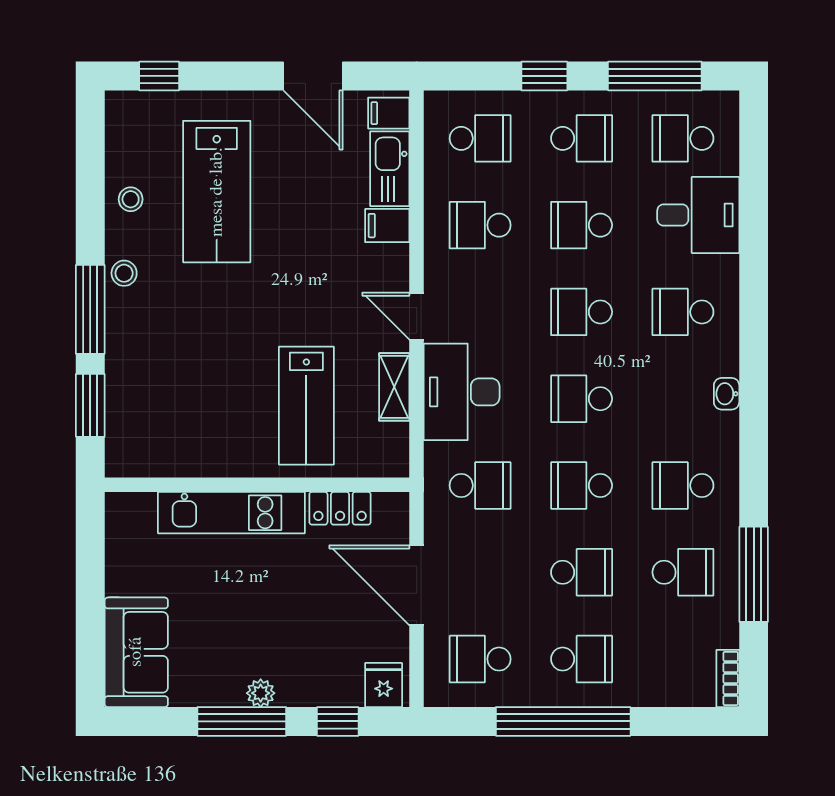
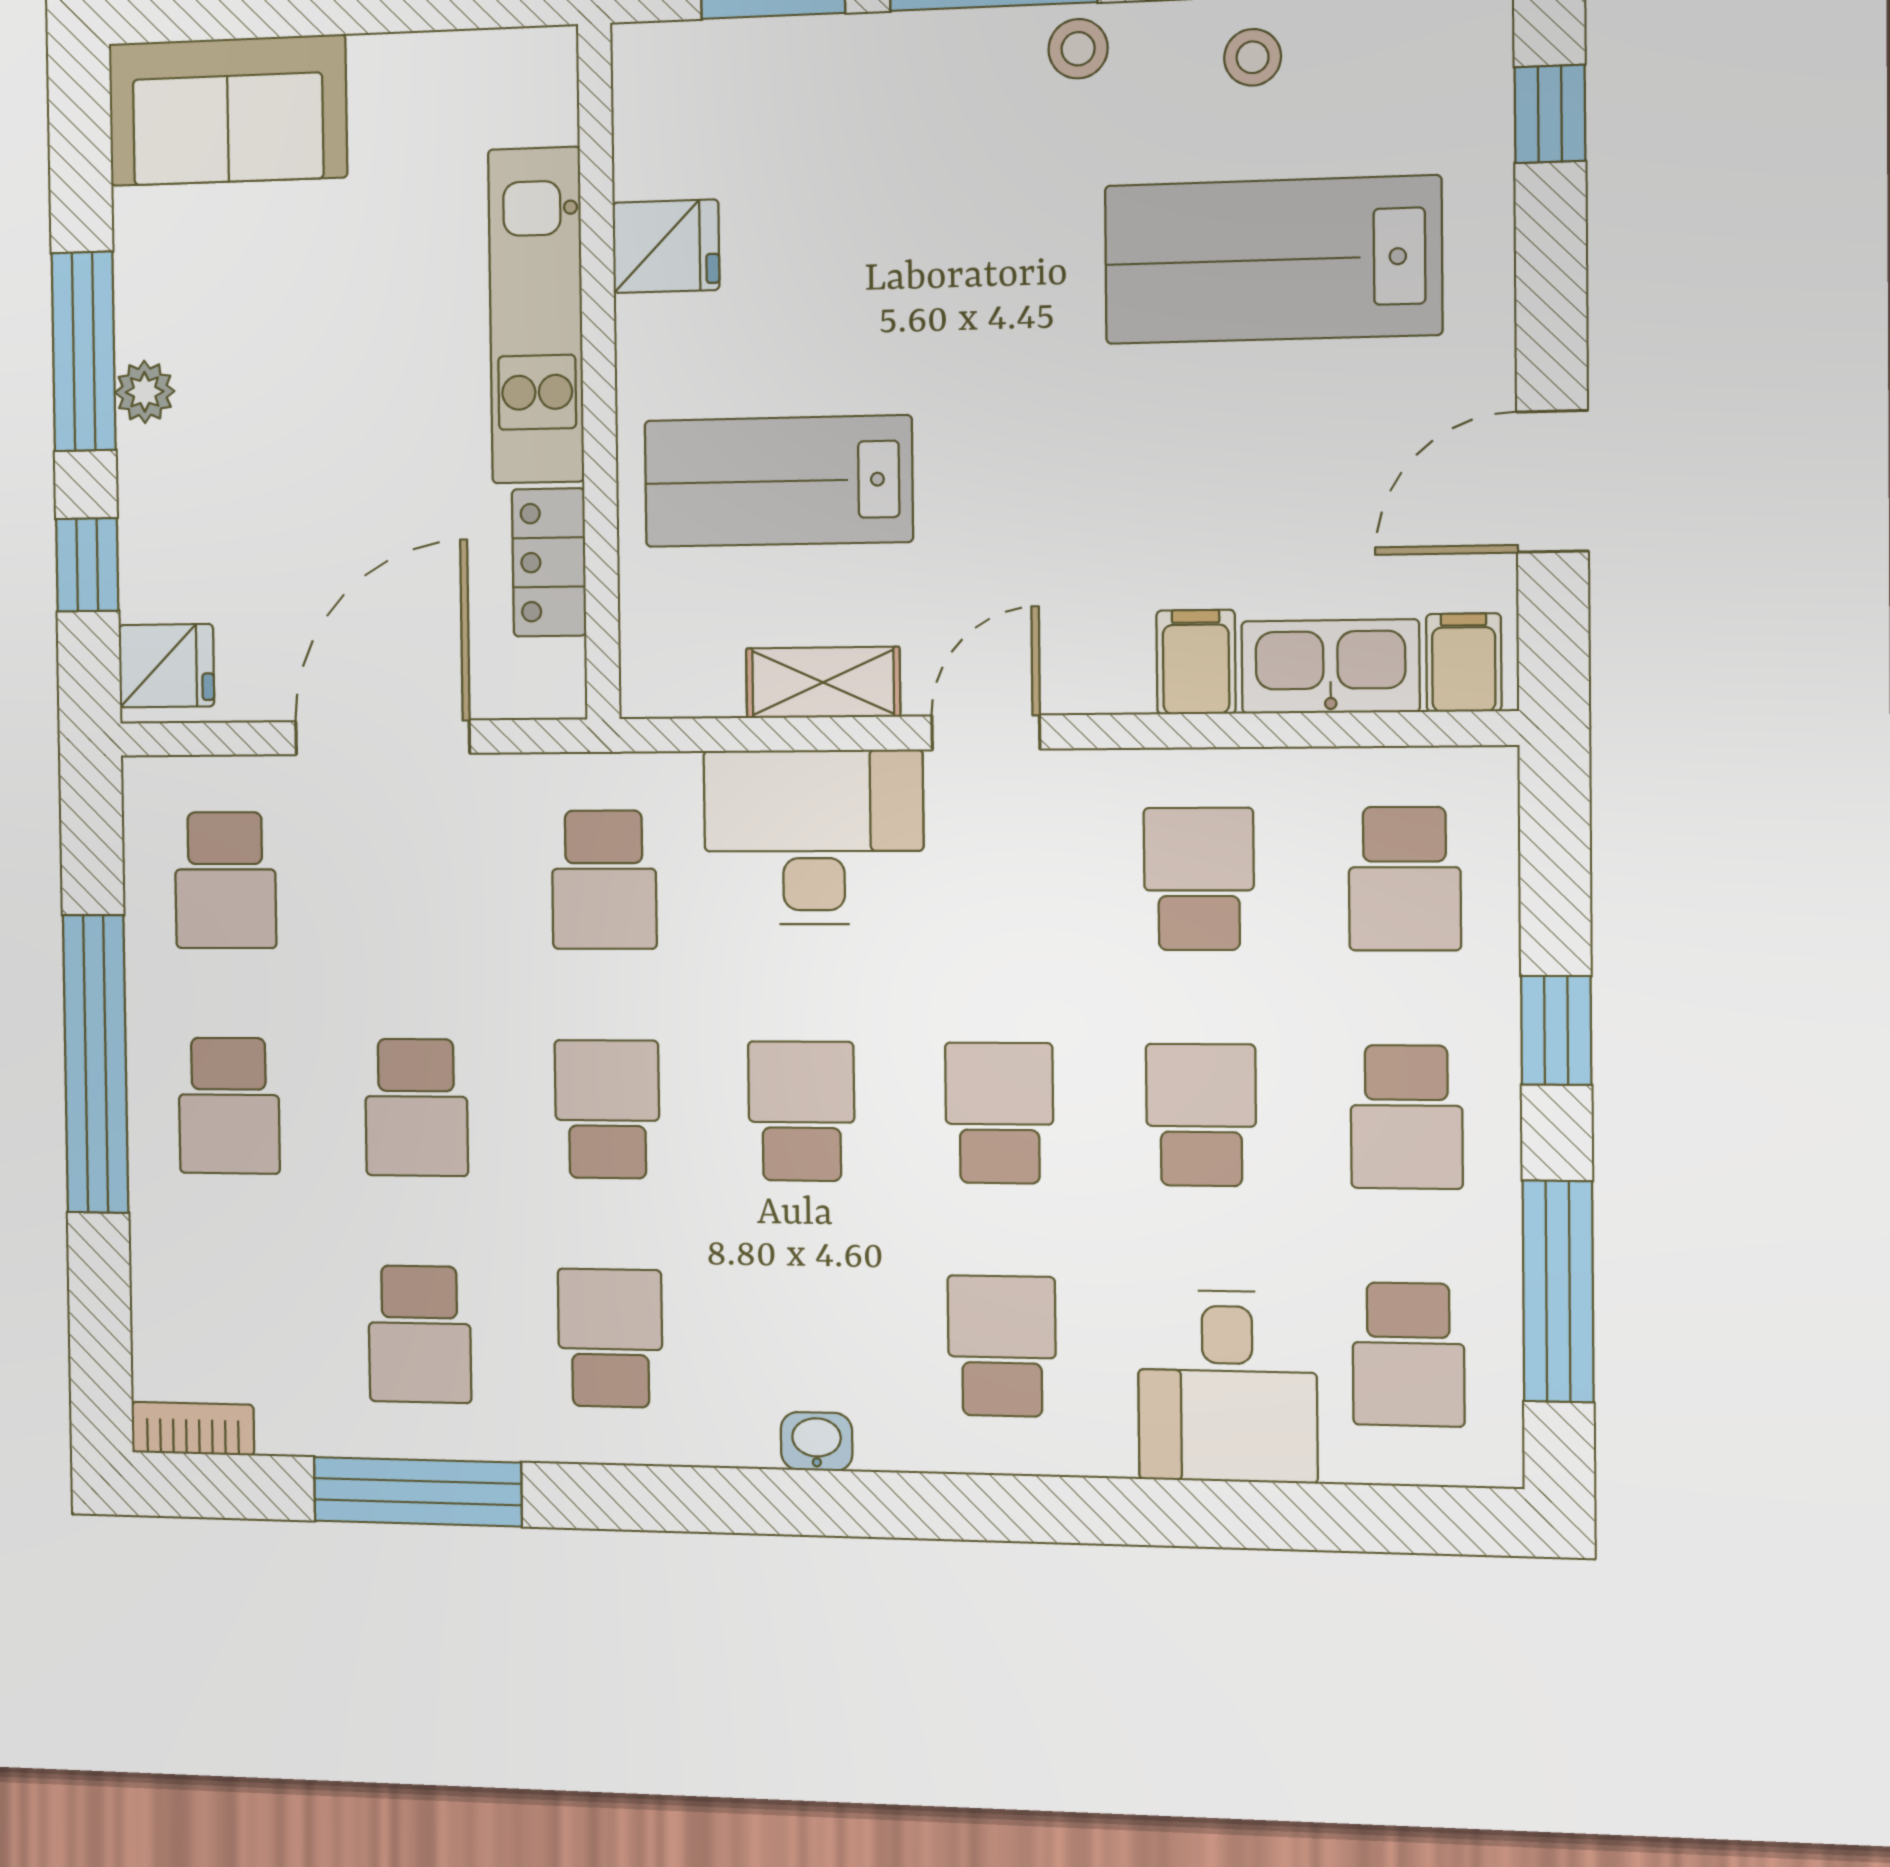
school desk: (683, 138) -> (1408, 1354), turned 180
fridge: (203, 454) -> (666, 246), added
school desk: (480, 659) -> (225, 880), turned 180

